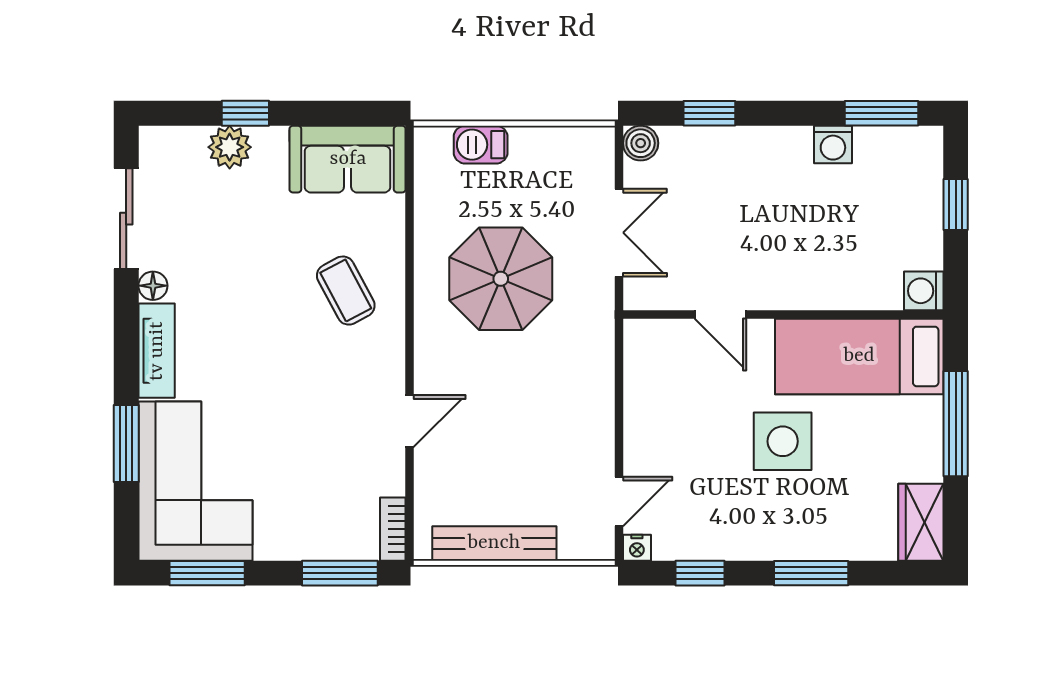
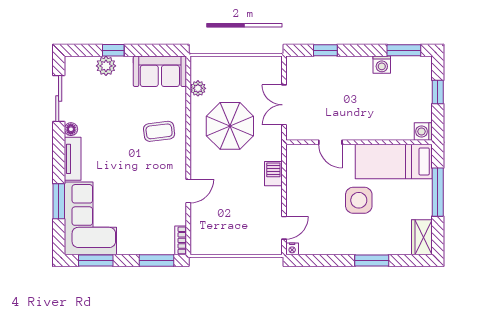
boiler: (641, 143) -> (294, 64), removed
barbecue: (481, 145) -> (273, 174), moved, turned 90
plant: (431, 196) -> (198, 88), added
double door: (619, 233) -> (284, 105), swing flipped
coffee table: (346, 291) -> (159, 131), turned -69
bench: (494, 543) -> (227, 247), removed
window: (700, 573) -> (321, 261), removed

